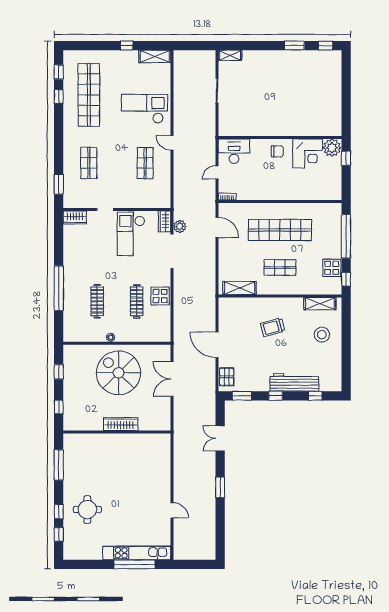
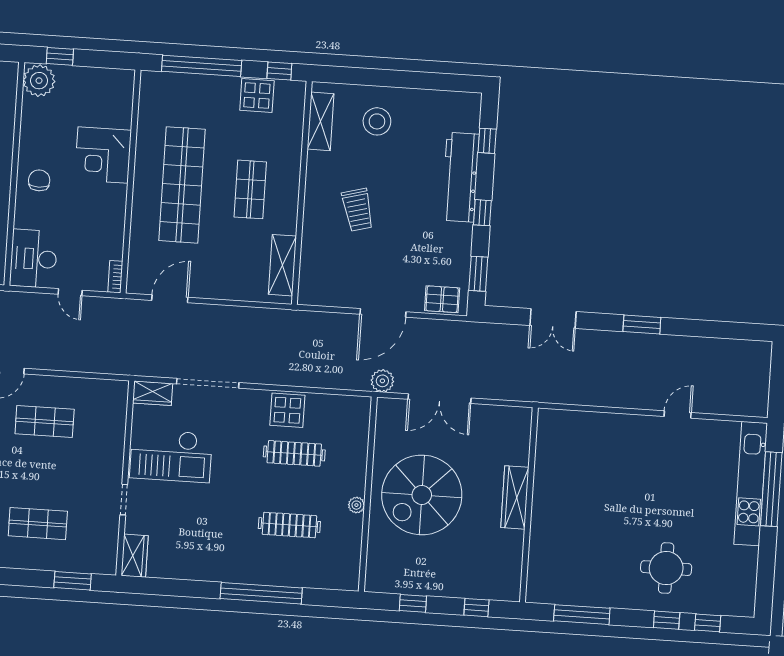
corner desk: (308, 154) -> (103, 155), moved, turned 180
plant: (180, 226) -> (382, 381), moved

